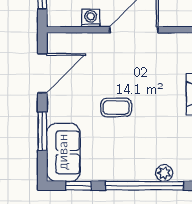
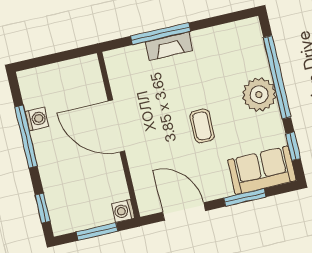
washing machine: (91, 18) -> (123, 211), moved
plant: (164, 173) -> (259, 95), moved, width x1.88, depth x1.88

